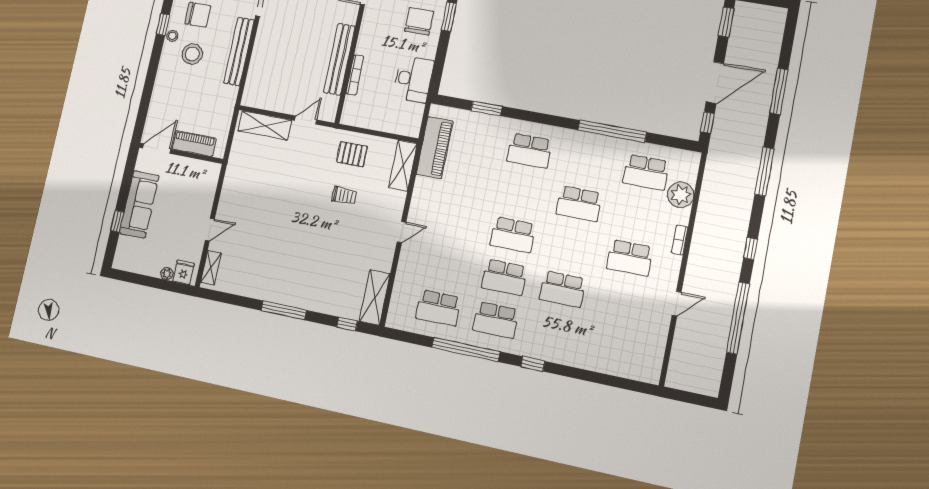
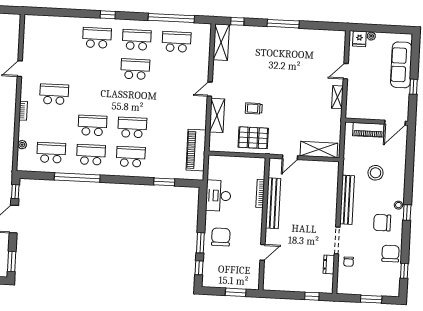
chair: (419, 21) -> (221, 237), turned 180
stool: (192, 54) -> (376, 173), moved
pallet: (352, 154) -> (253, 138), width x1.50, depth x1.42
school desk: (587, 161) -> (91, 155), added
shelving: (403, 166) -> (217, 115), moved
plant: (681, 195) -> (22, 145), width x0.53, depth x0.53
sofa: (139, 204) -> (401, 65), moved
window: (117, 221) -> (413, 87), moved
school desk: (513, 235) -> (132, 127), moved
shelving: (211, 268) -> (337, 97), moved
school desk: (562, 289) -> (97, 38), moved
window: (466, 349) -> (171, 18), moved

